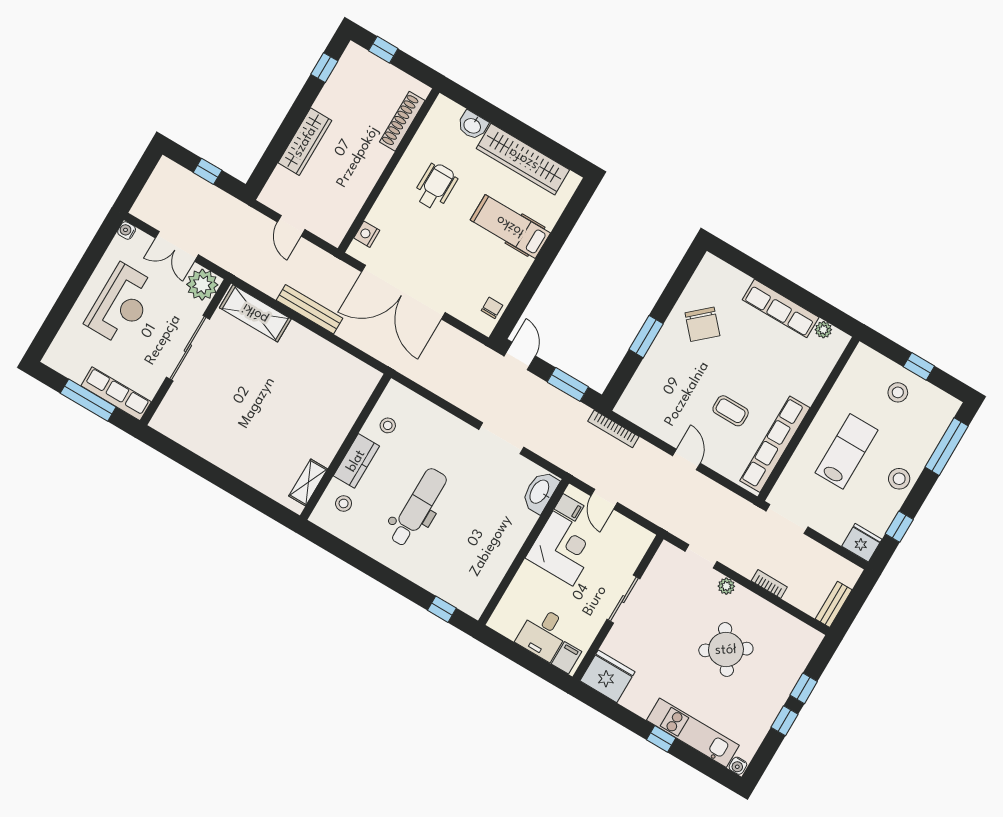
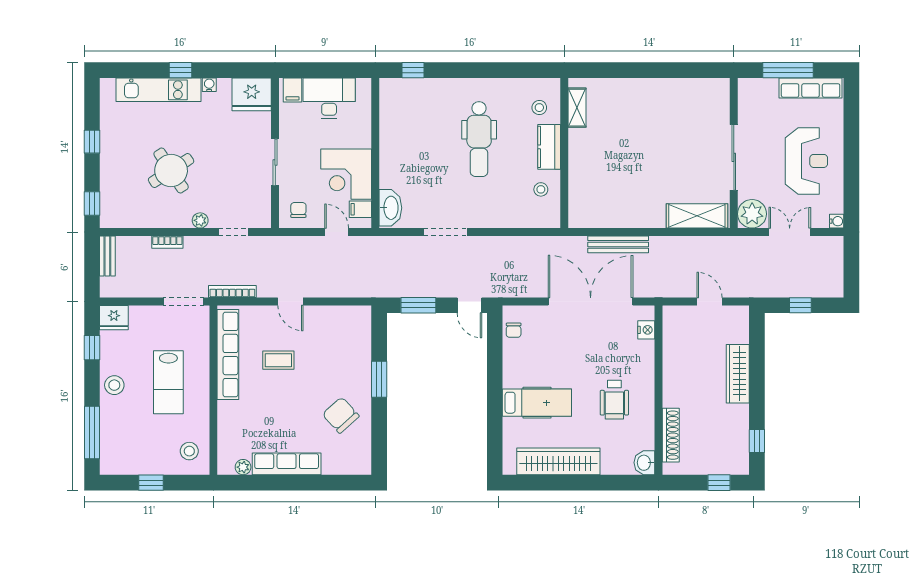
washbasin: (473, 125) -> (644, 463), moved, turned -90
reception desk: (121, 304) -> (806, 161), turned 180
bench: (310, 309) -> (618, 244), moved
stool: (898, 392) -> (189, 451), moved
row of seats: (116, 394) -> (811, 88), moved
bookcase: (613, 429) -> (232, 291), moved
chair: (628, 541) -> (298, 210), added
desk: (543, 633) -> (329, 98), width x1.37
window: (804, 688) -> (92, 204), moved
water cooler: (738, 766) -> (209, 85), moved

